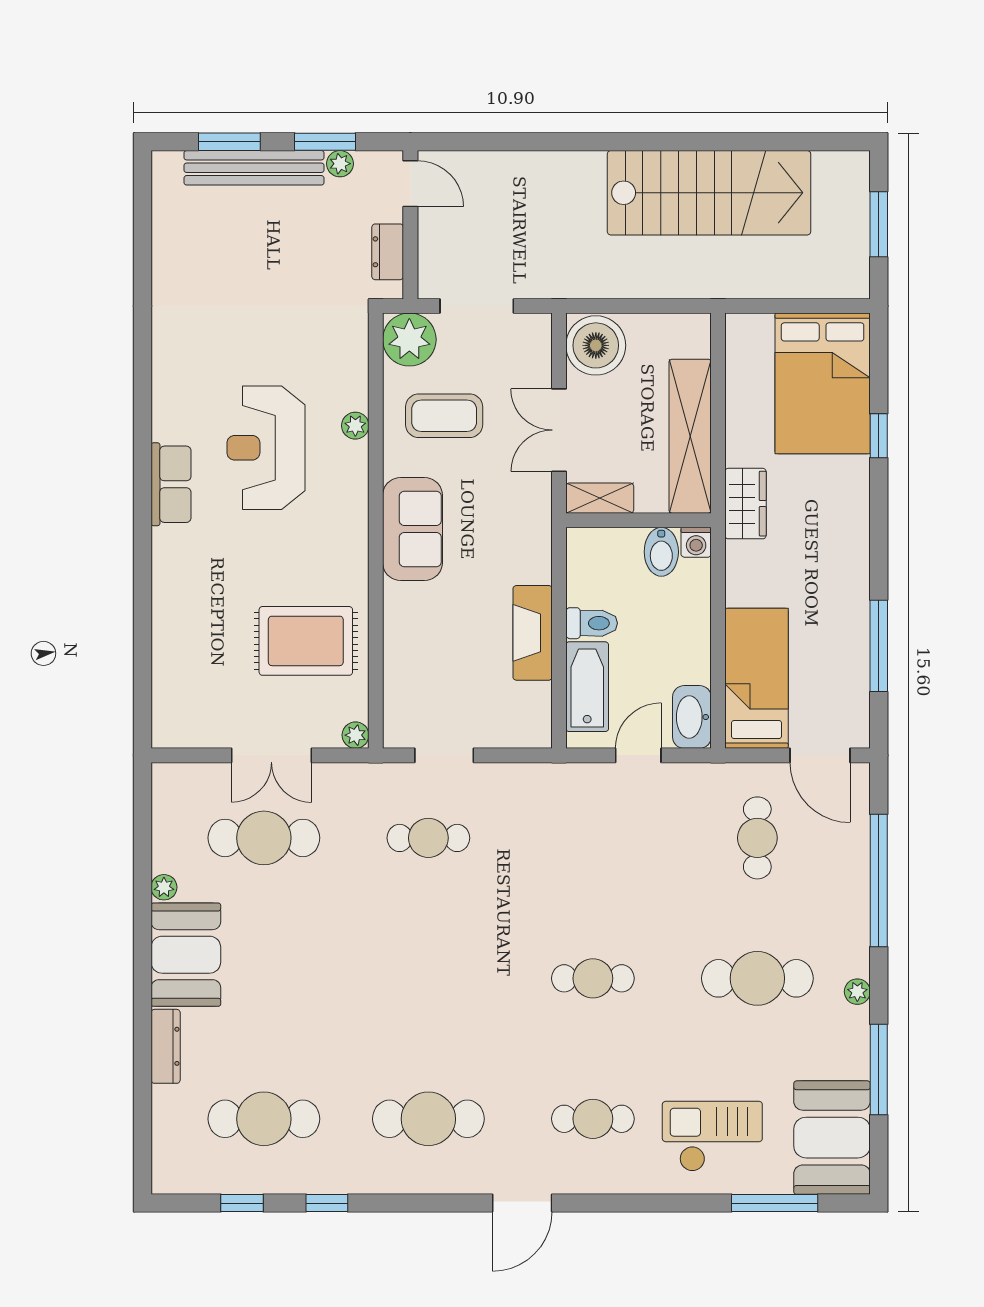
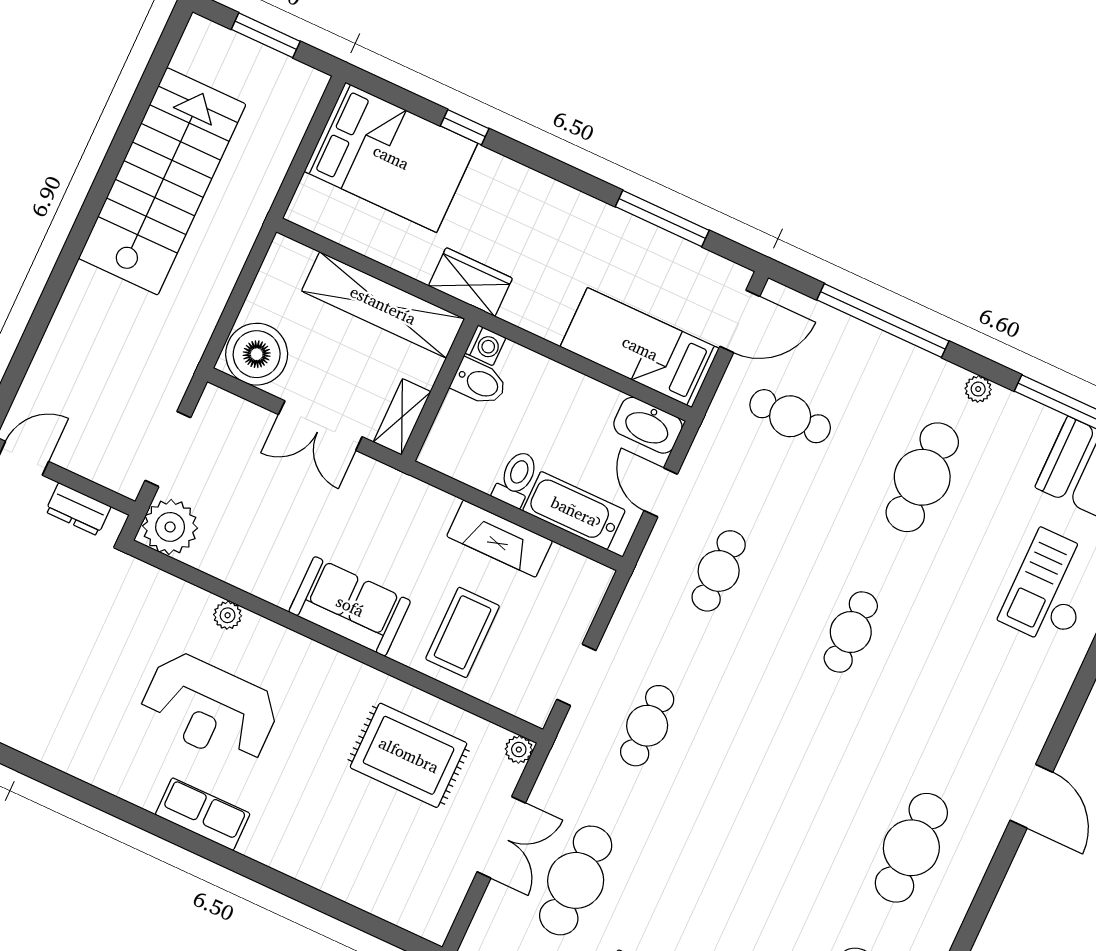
coffee table: (444, 416) -> (463, 632), moved
rug: (306, 641) -> (409, 755), turned 90
cafe table: (593, 1119) -> (719, 571), moved

